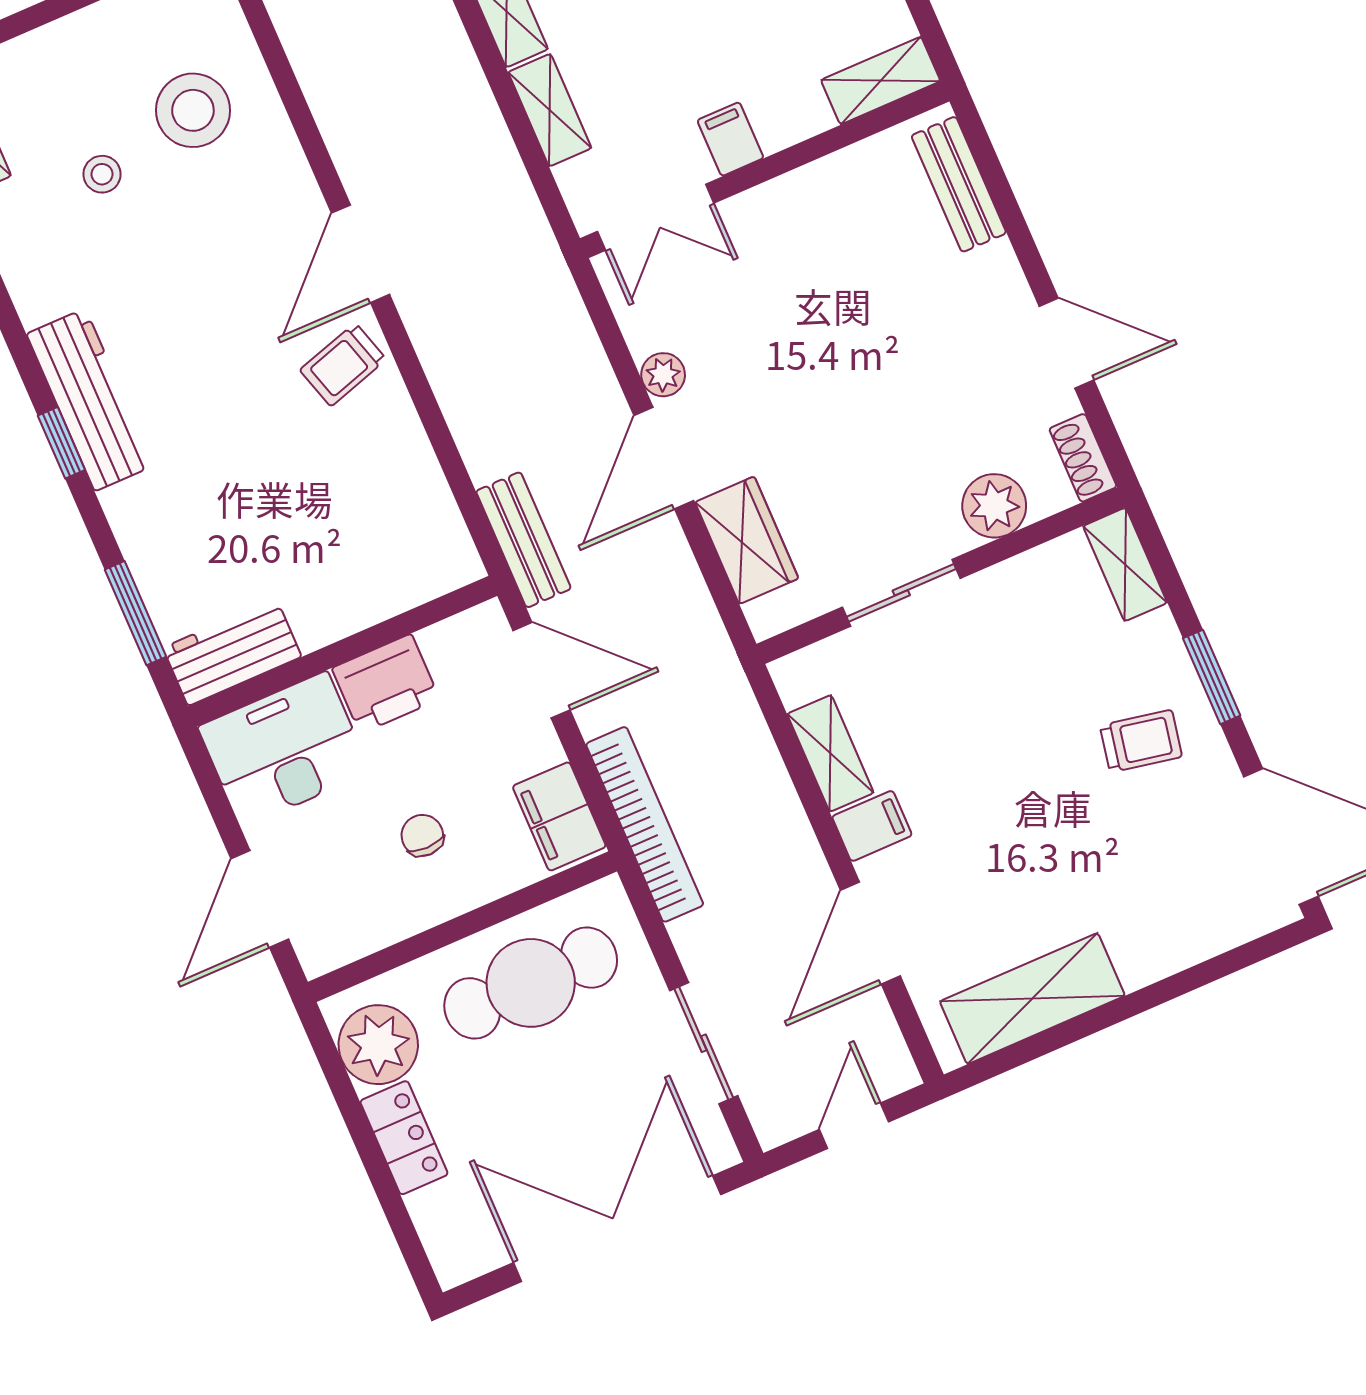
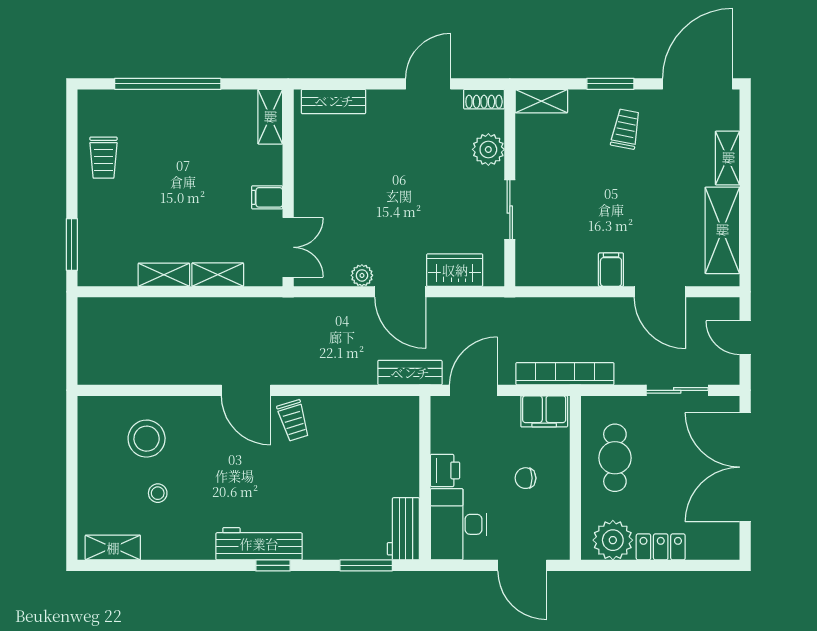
printer: (386, 684) -> (445, 470), width x0.73, depth x0.81
shelving: (830, 753) -> (728, 158), moved, turned 90
cafe table: (531, 983) -> (615, 458), width x0.73, depth x0.74

